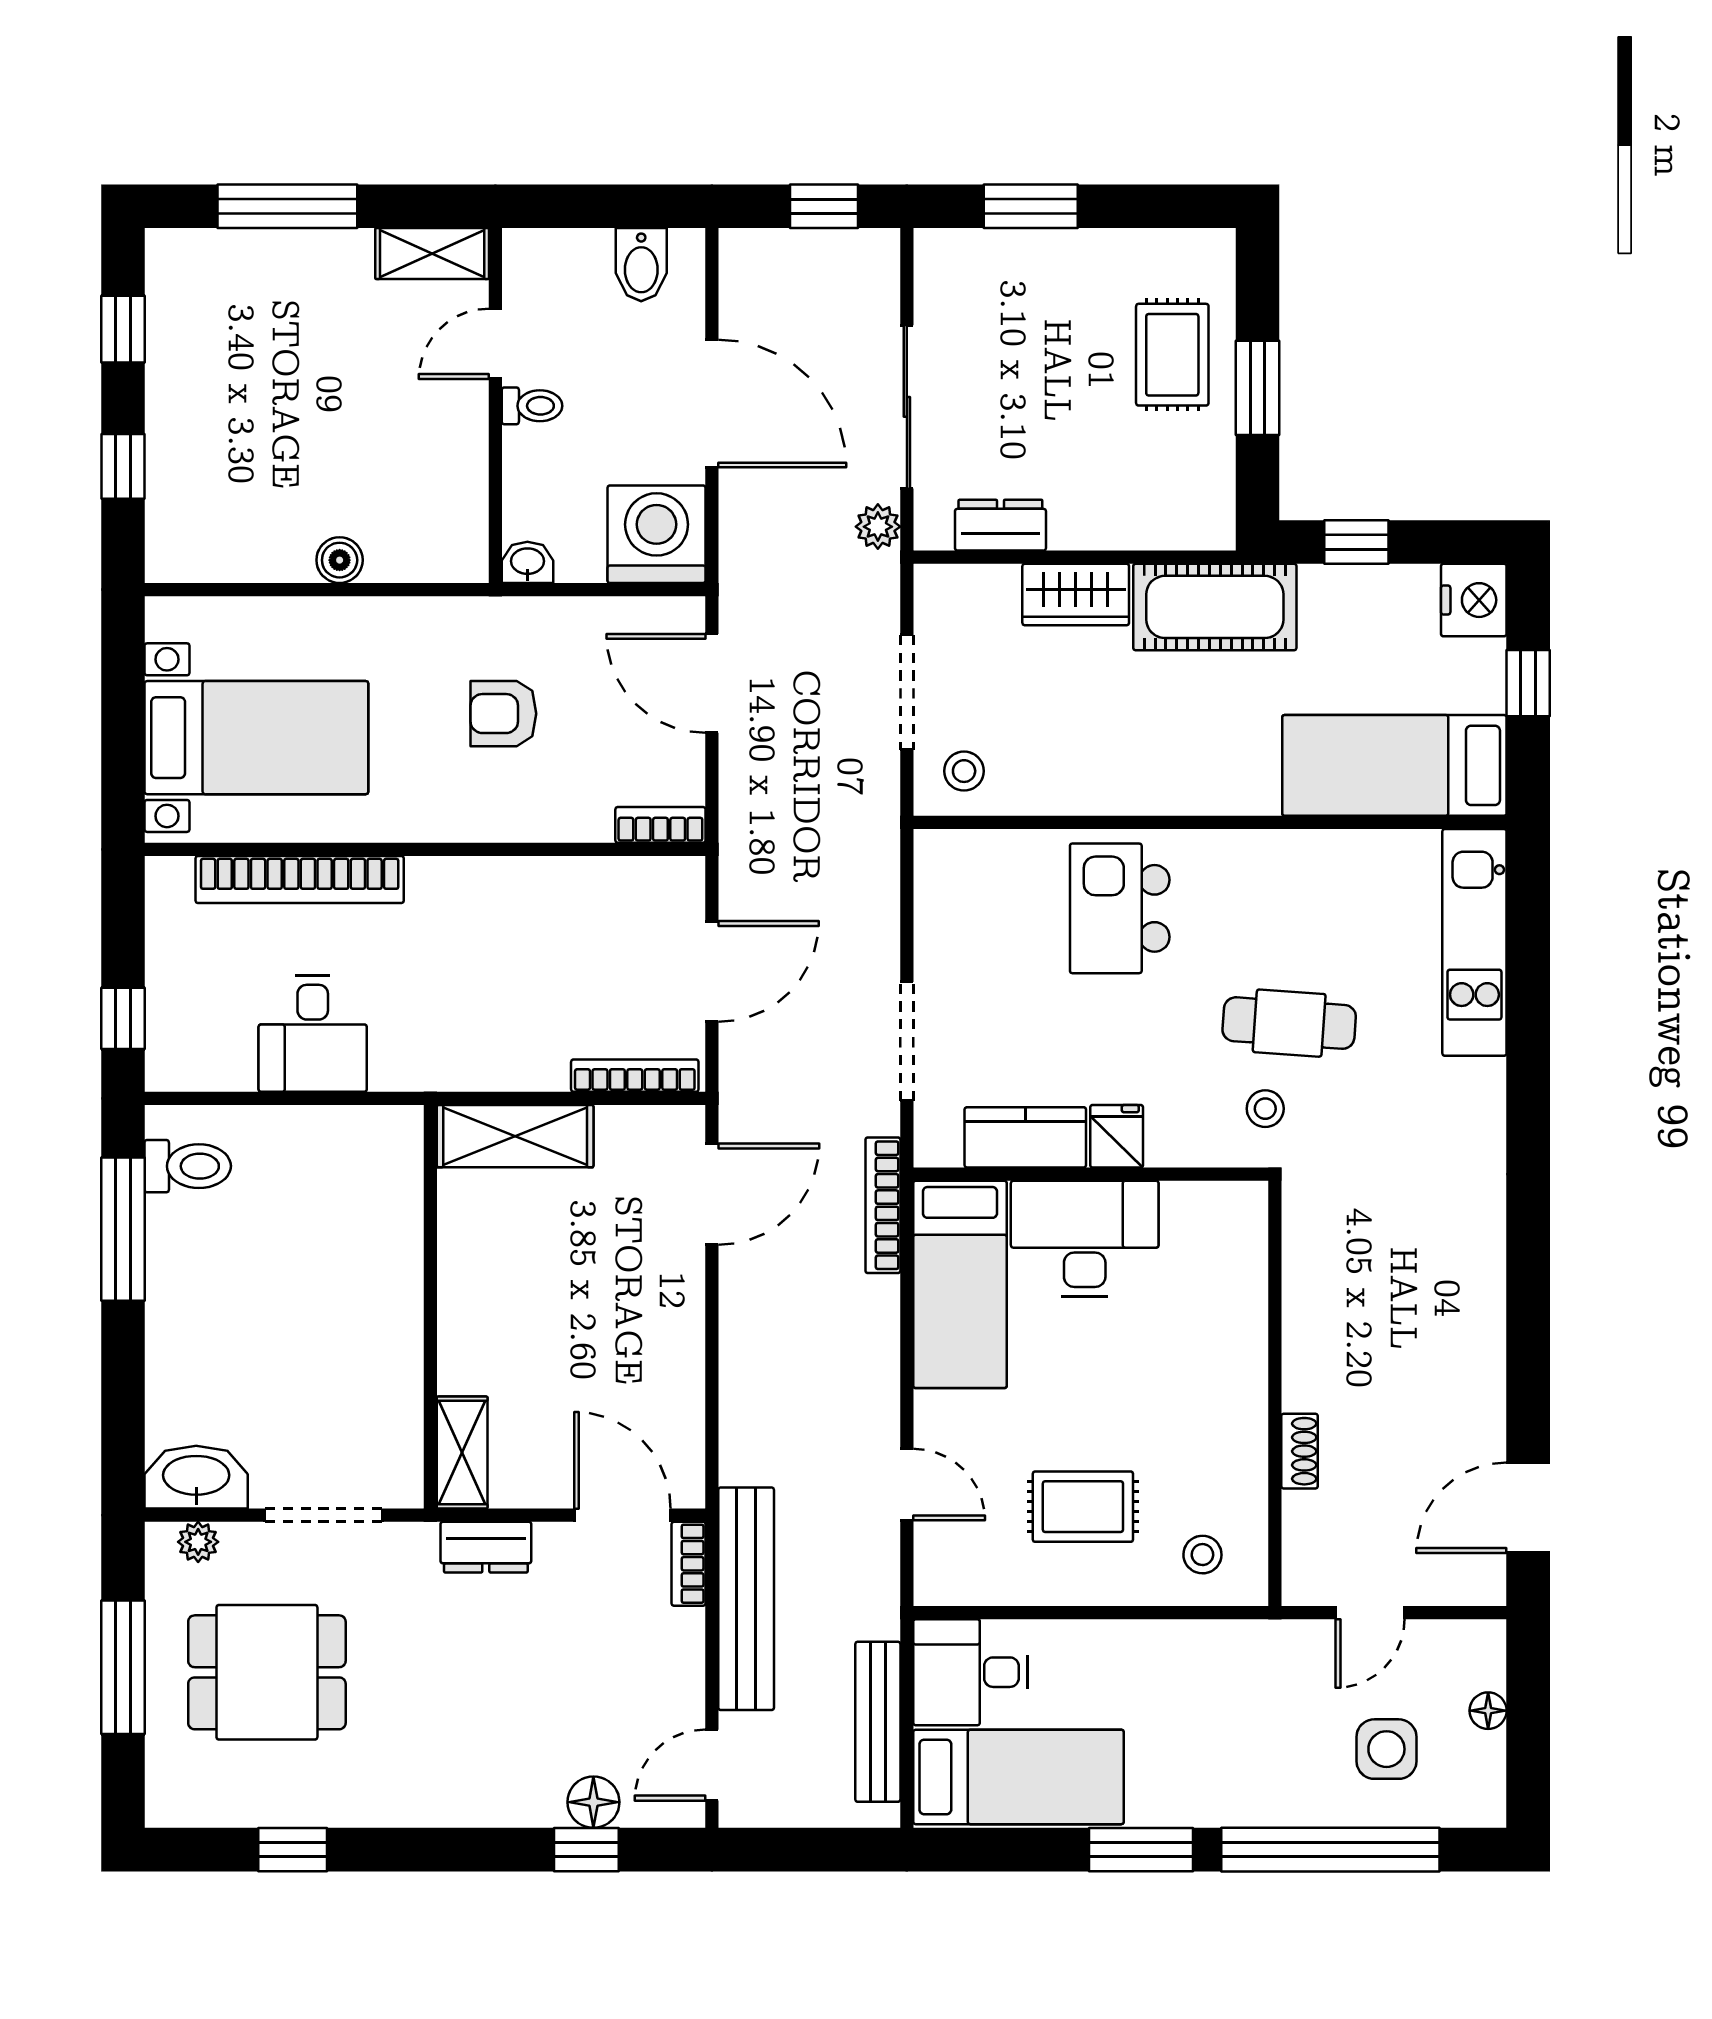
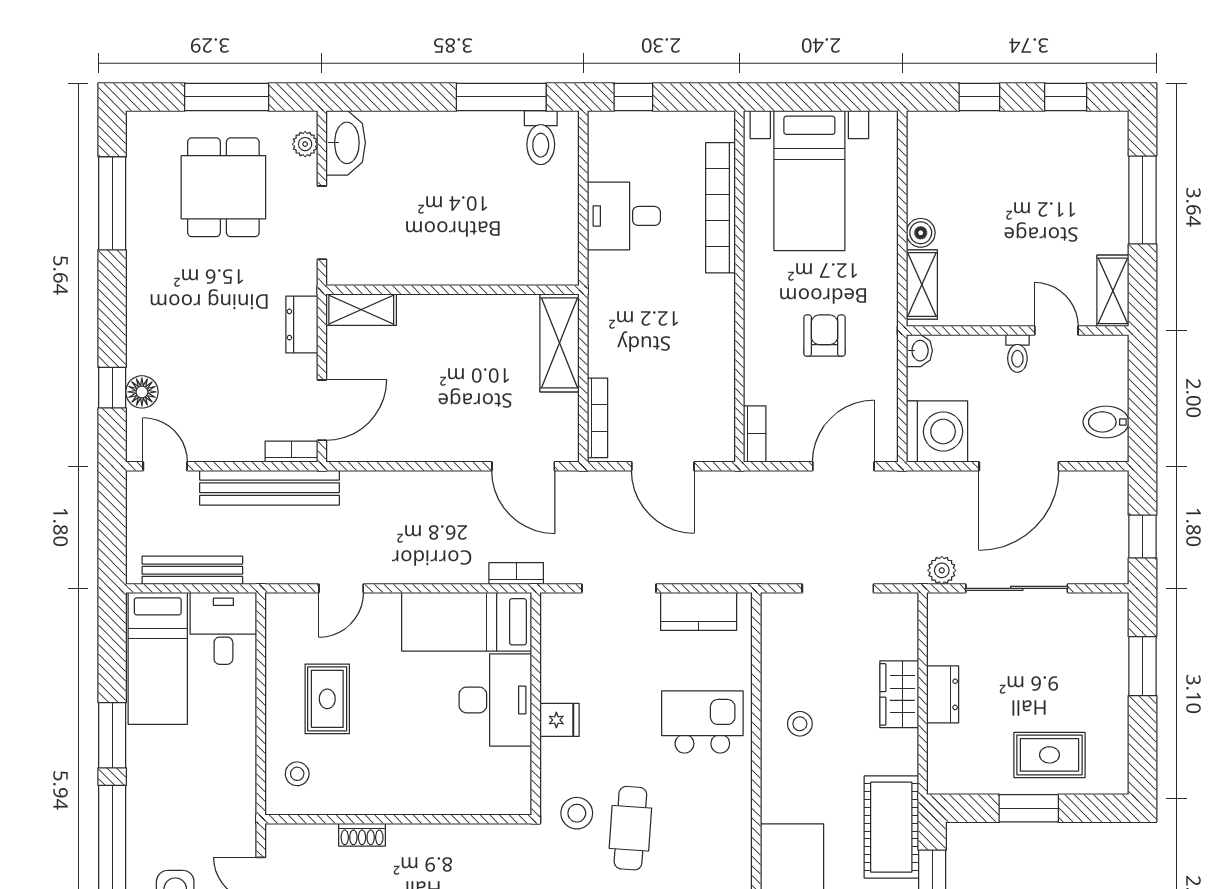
dresser: (1000, 525) -> (943, 694), moved
shelving: (422, 558) -> (922, 285), added
cot: (1215, 607) -> (891, 827), moved
stool: (964, 771) -> (800, 724), moved
stool: (1265, 1109) -> (577, 813), width x1.37, depth x1.37
kitchen counter: (1025, 1137) -> (699, 611), moved, turned 90
bookcase: (883, 1205) -> (516, 573), width x0.64
window: (293, 1850) -> (112, 203), width x2.17

